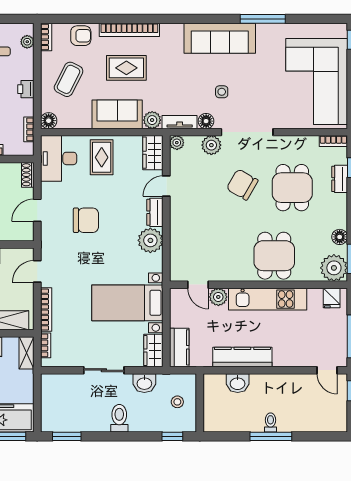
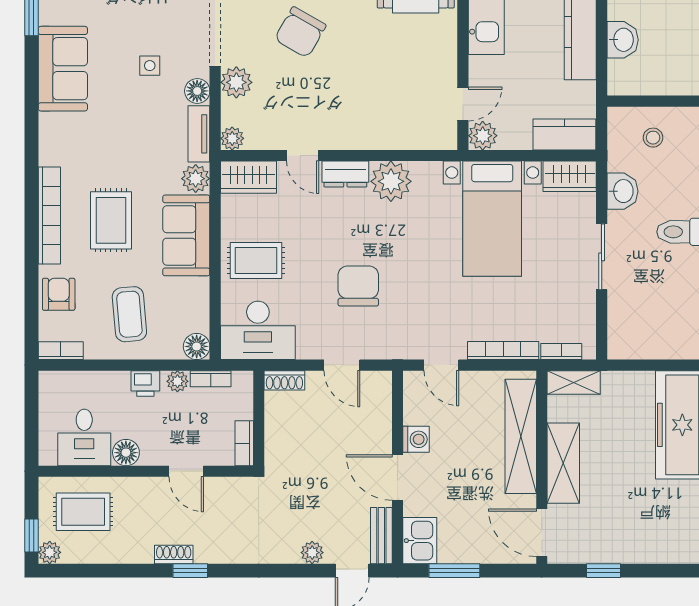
sofa: (220, 38) -> (63, 69), width x0.73
plant: (27, 42) -> (177, 381), moved
coffee table: (69, 79) -> (129, 314), turned 58
plant: (218, 297) -> (483, 136), moved

